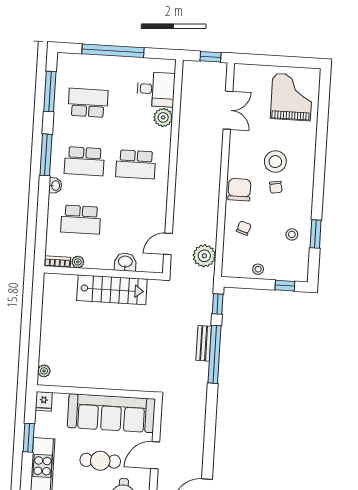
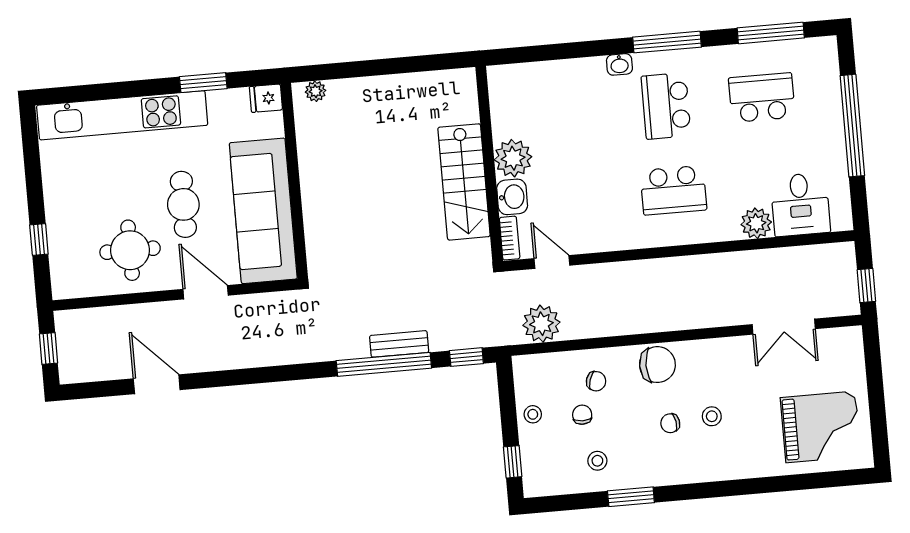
school desk: (88, 103) -> (762, 98), turned -90
stool: (275, 162) -> (712, 416), width x0.53, depth x0.53
school desk: (136, 164) -> (673, 190), turned -90
school desk: (81, 220) -> (570, 114), removed
window: (316, 234) -> (631, 497), moved
chair: (263, 239) -> (582, 415), added
bookcase: (57, 262) -> (510, 238), moved
plant: (78, 262) -> (513, 158), moved, width x1.88, depth x1.88

